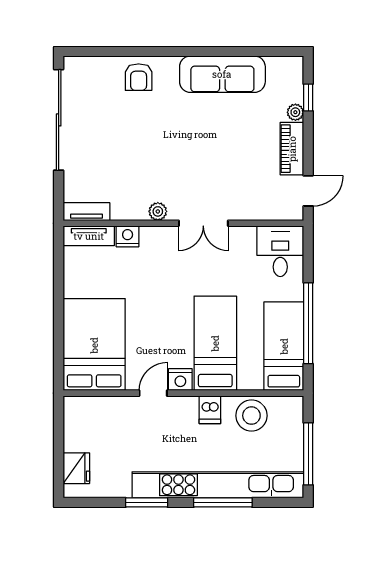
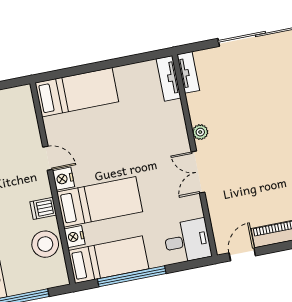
door: (308, 191) -> (242, 254), swing flipped
nightstand: (128, 236) -> (75, 237), moved, turned 180
bed: (94, 345) -> (77, 92), width x0.67

